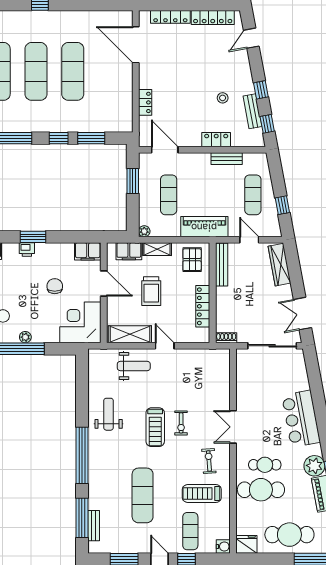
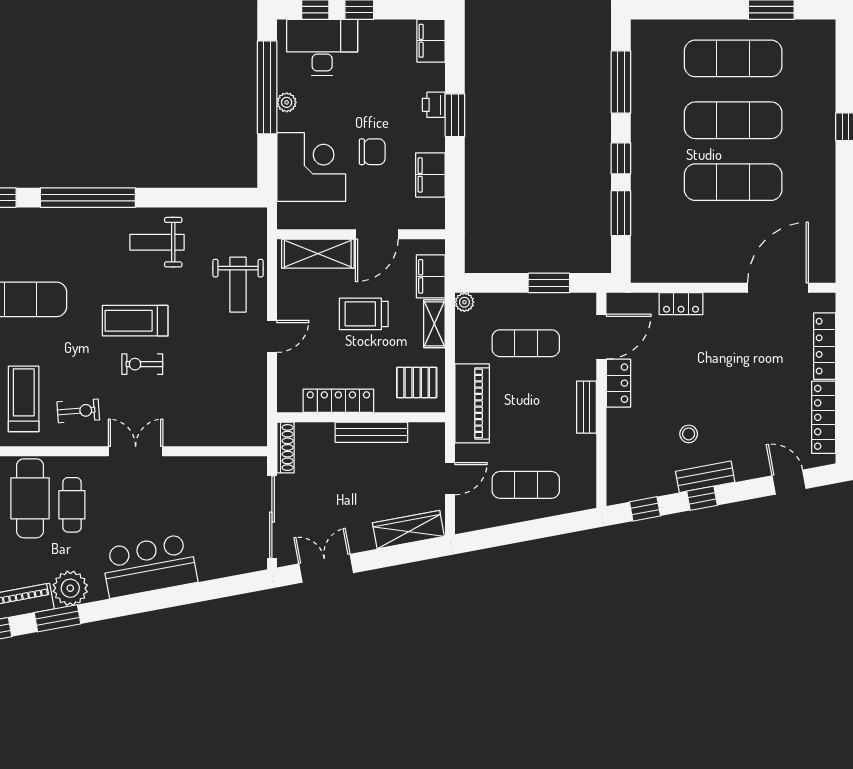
bench: (252, 111) -> (705, 477), moved
locker: (216, 140) -> (618, 383), moved
bench: (227, 159) -> (587, 407), moved
window: (282, 205) -> (508, 534), removed
filing cabinet: (88, 251) -> (430, 175), moved
bench: (222, 265) -> (371, 432), moved
corner desk: (80, 322) -> (311, 167), moved
shelving: (130, 334) -> (318, 254), moved, turned 90
shoe rack: (226, 338) -> (285, 447), width x1.43
weight bench: (109, 414) -> (157, 242), turned 180

